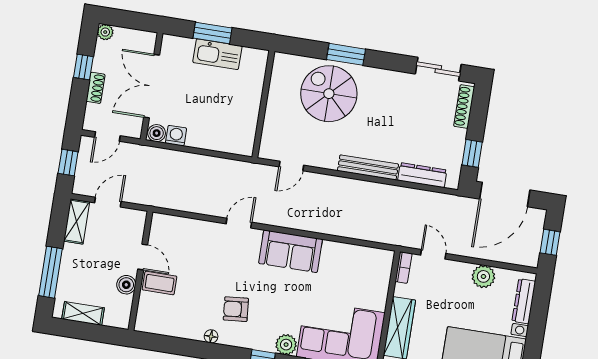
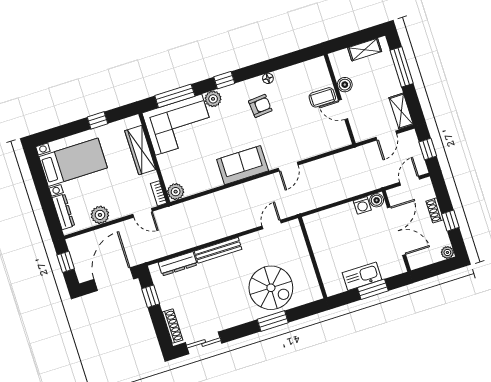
plant: (383, 259) -> (176, 192), added

